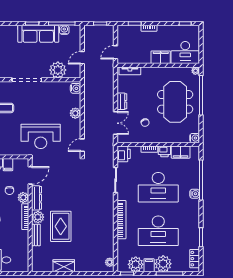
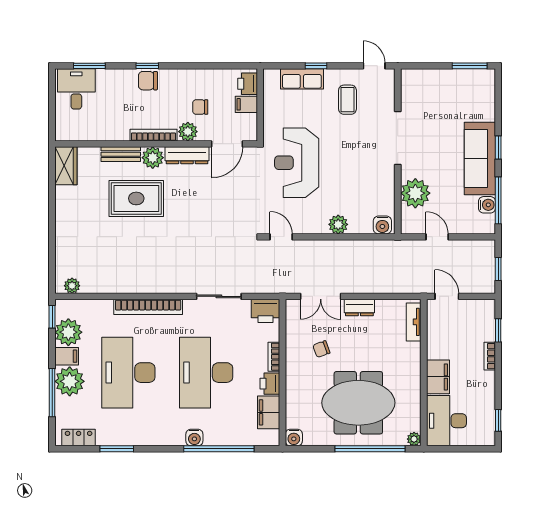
door: (30, 175) -> (227, 144), hinge flipped
wardrobe: (64, 266) -> (66, 166), moved

